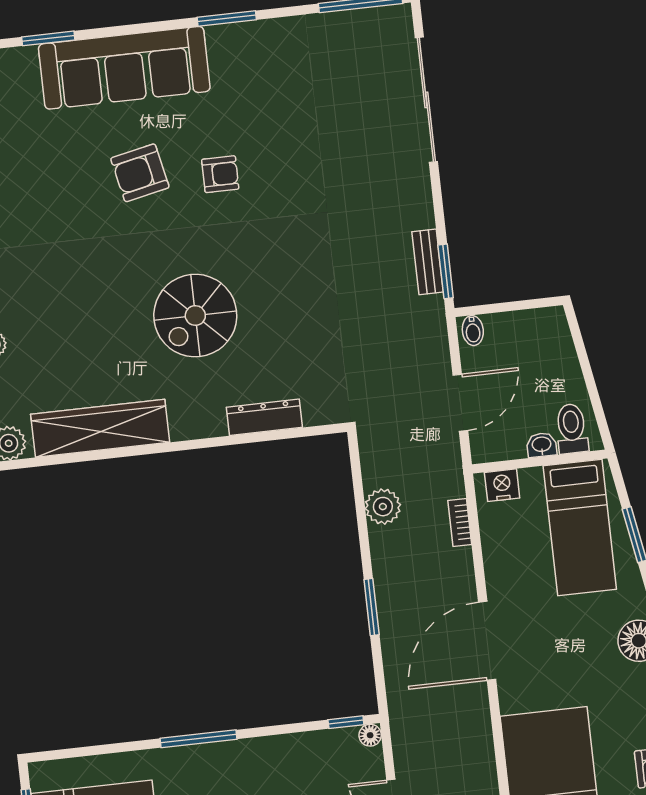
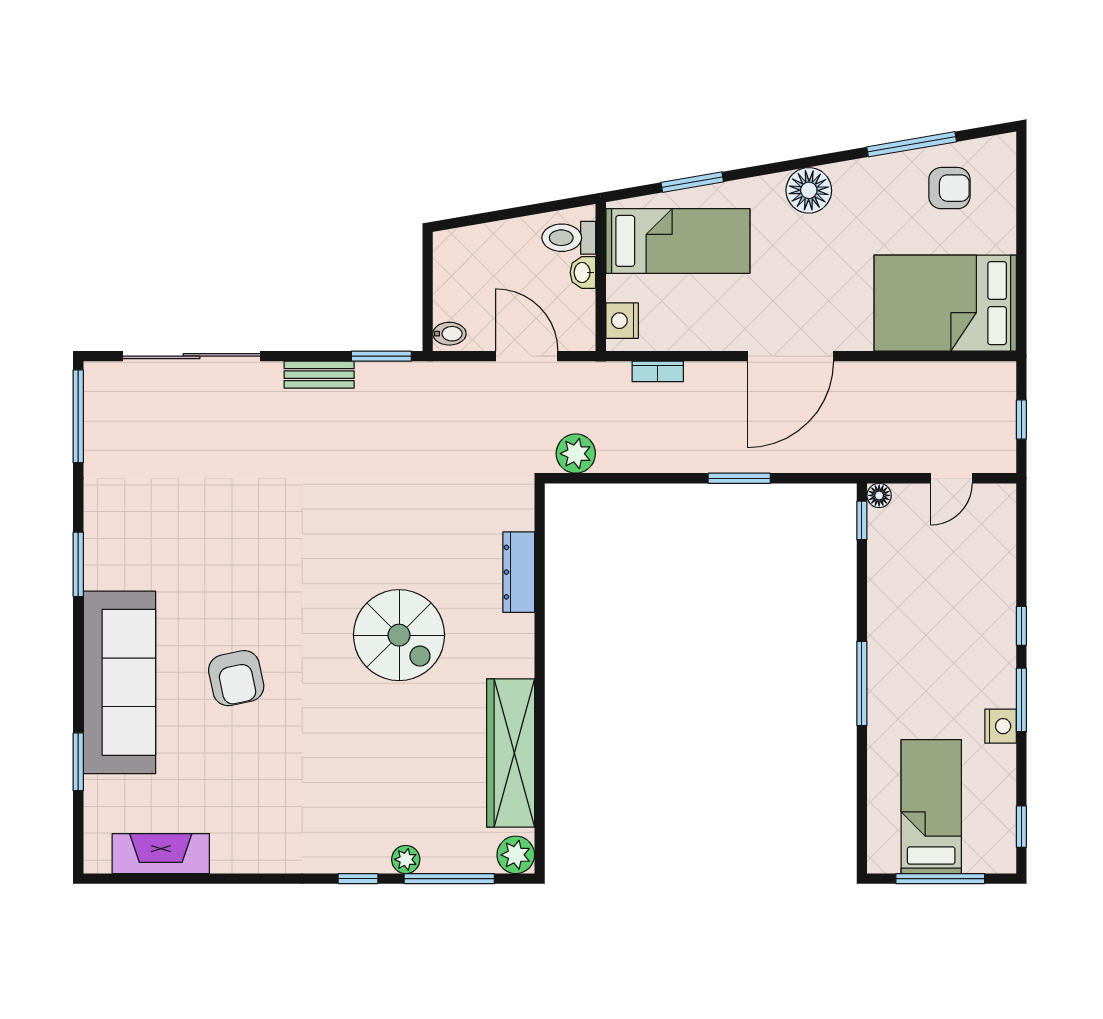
armchair: (220, 174) -> (248, 591), removed
bench: (428, 262) -> (319, 375), moved
plant: (383, 507) -> (576, 454), moved
door: (487, 641) -> (790, 356), hinge flipped

